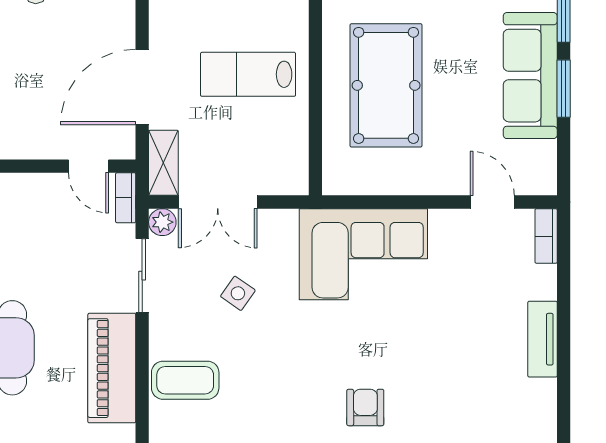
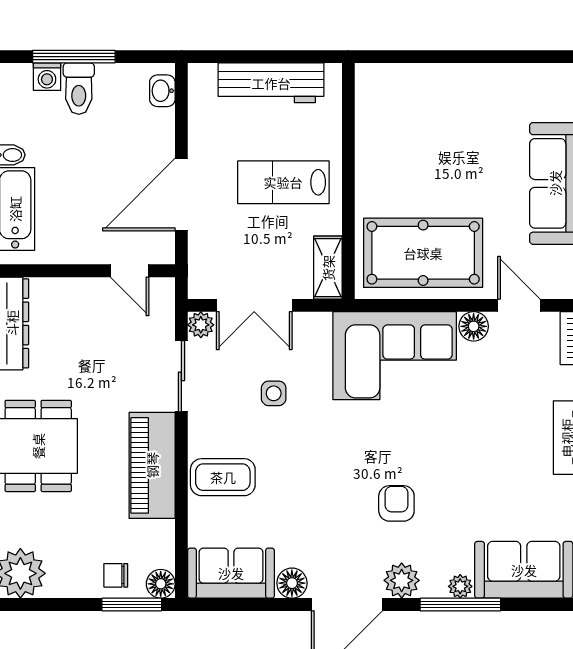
pool table: (386, 85) -> (423, 253), moved, turned 90
shelving: (163, 163) -> (328, 268), moved
bookcase: (126, 198) -> (165, 301), removed
floor lamp: (445, 224) -> (474, 326), added
side table: (238, 293) -> (274, 393), turned -35

